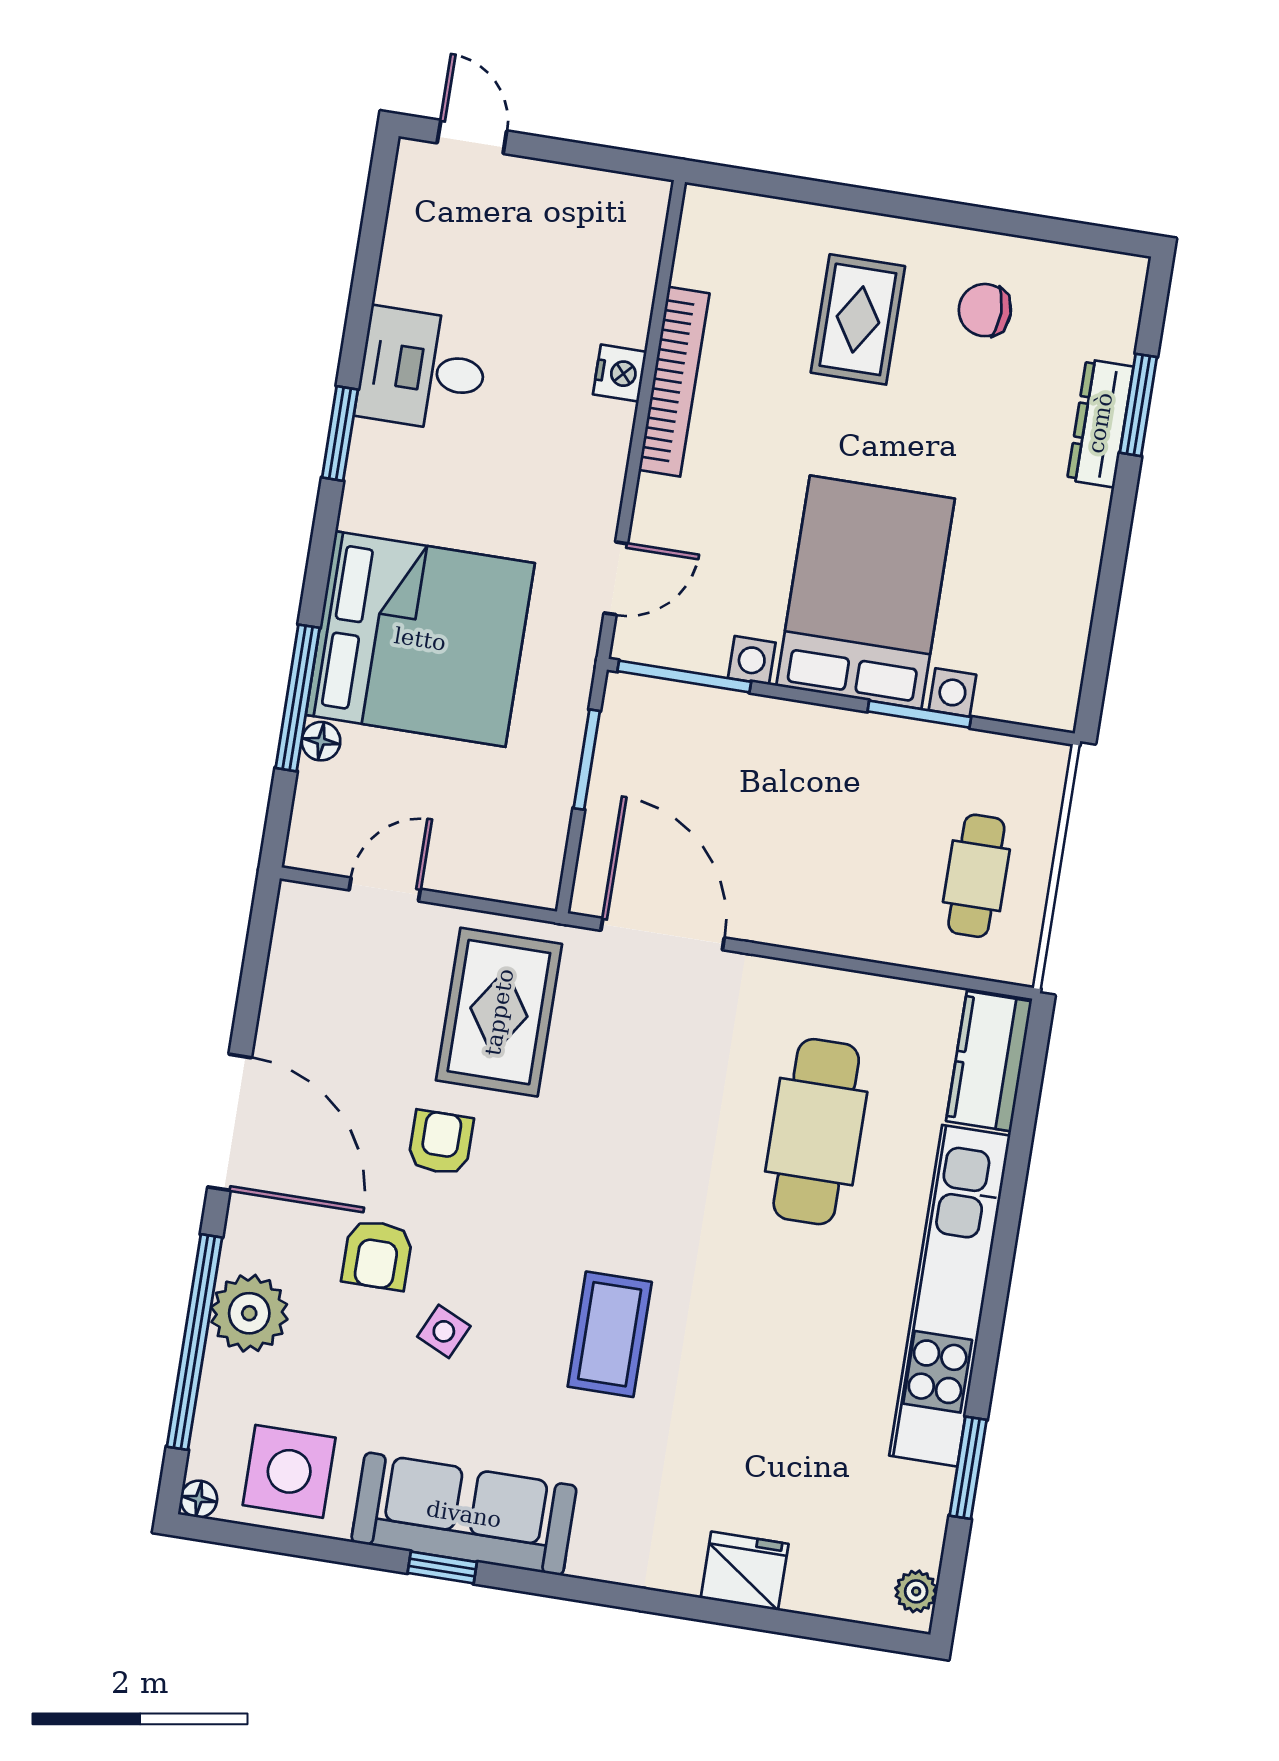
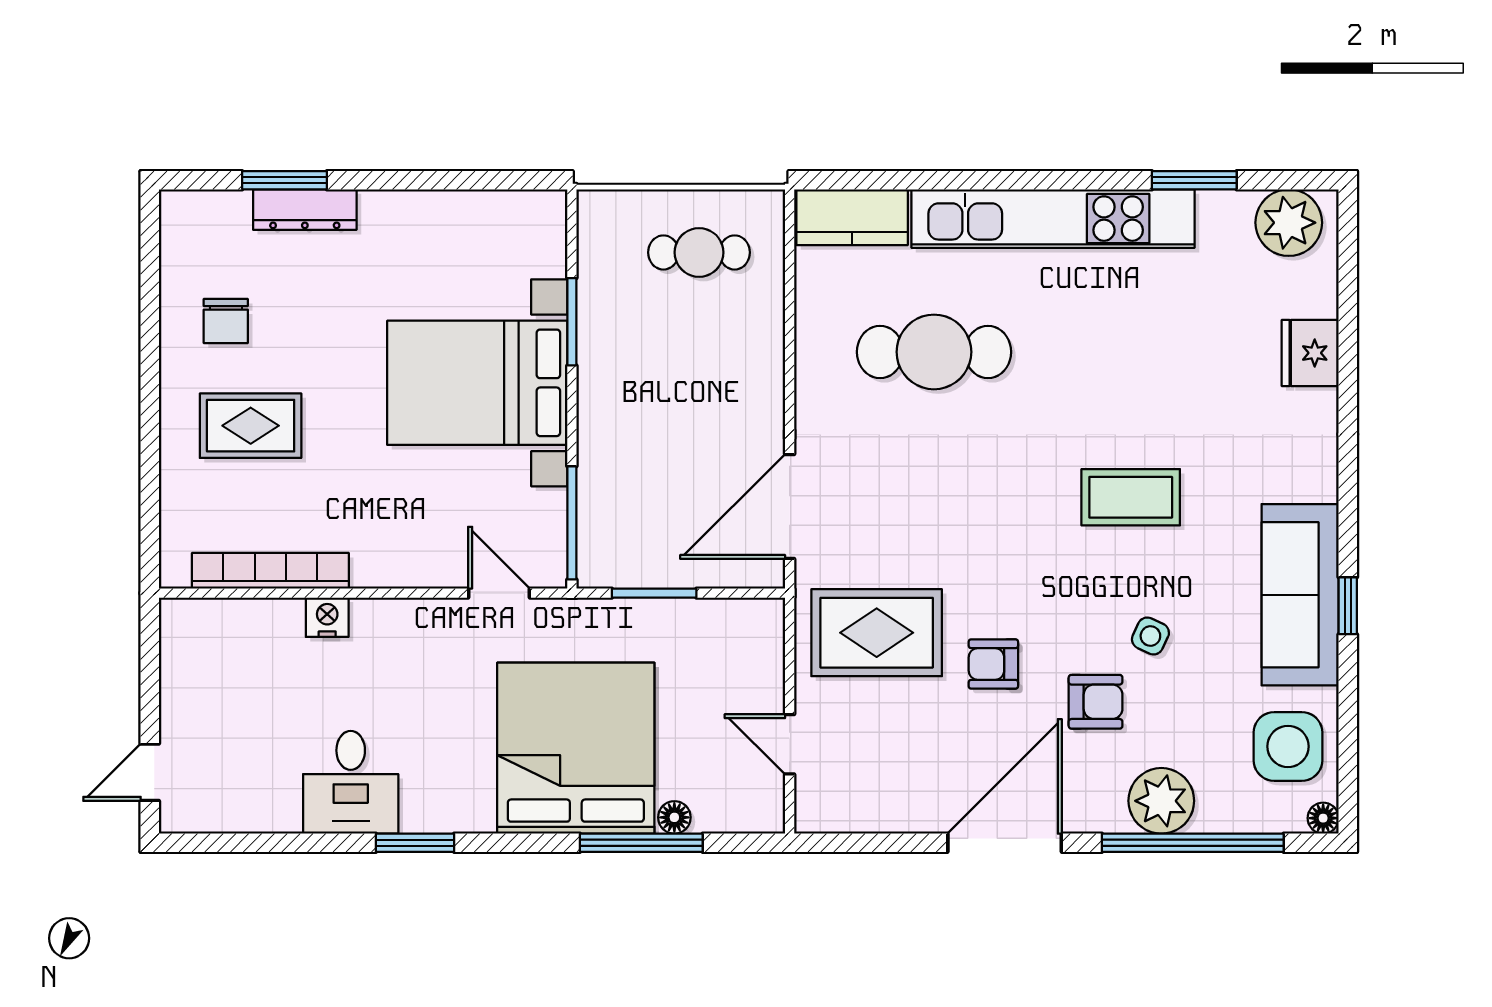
bookcase: (674, 382) -> (270, 571), moved
plant: (916, 1591) -> (1289, 223), width x1.87, depth x1.87

